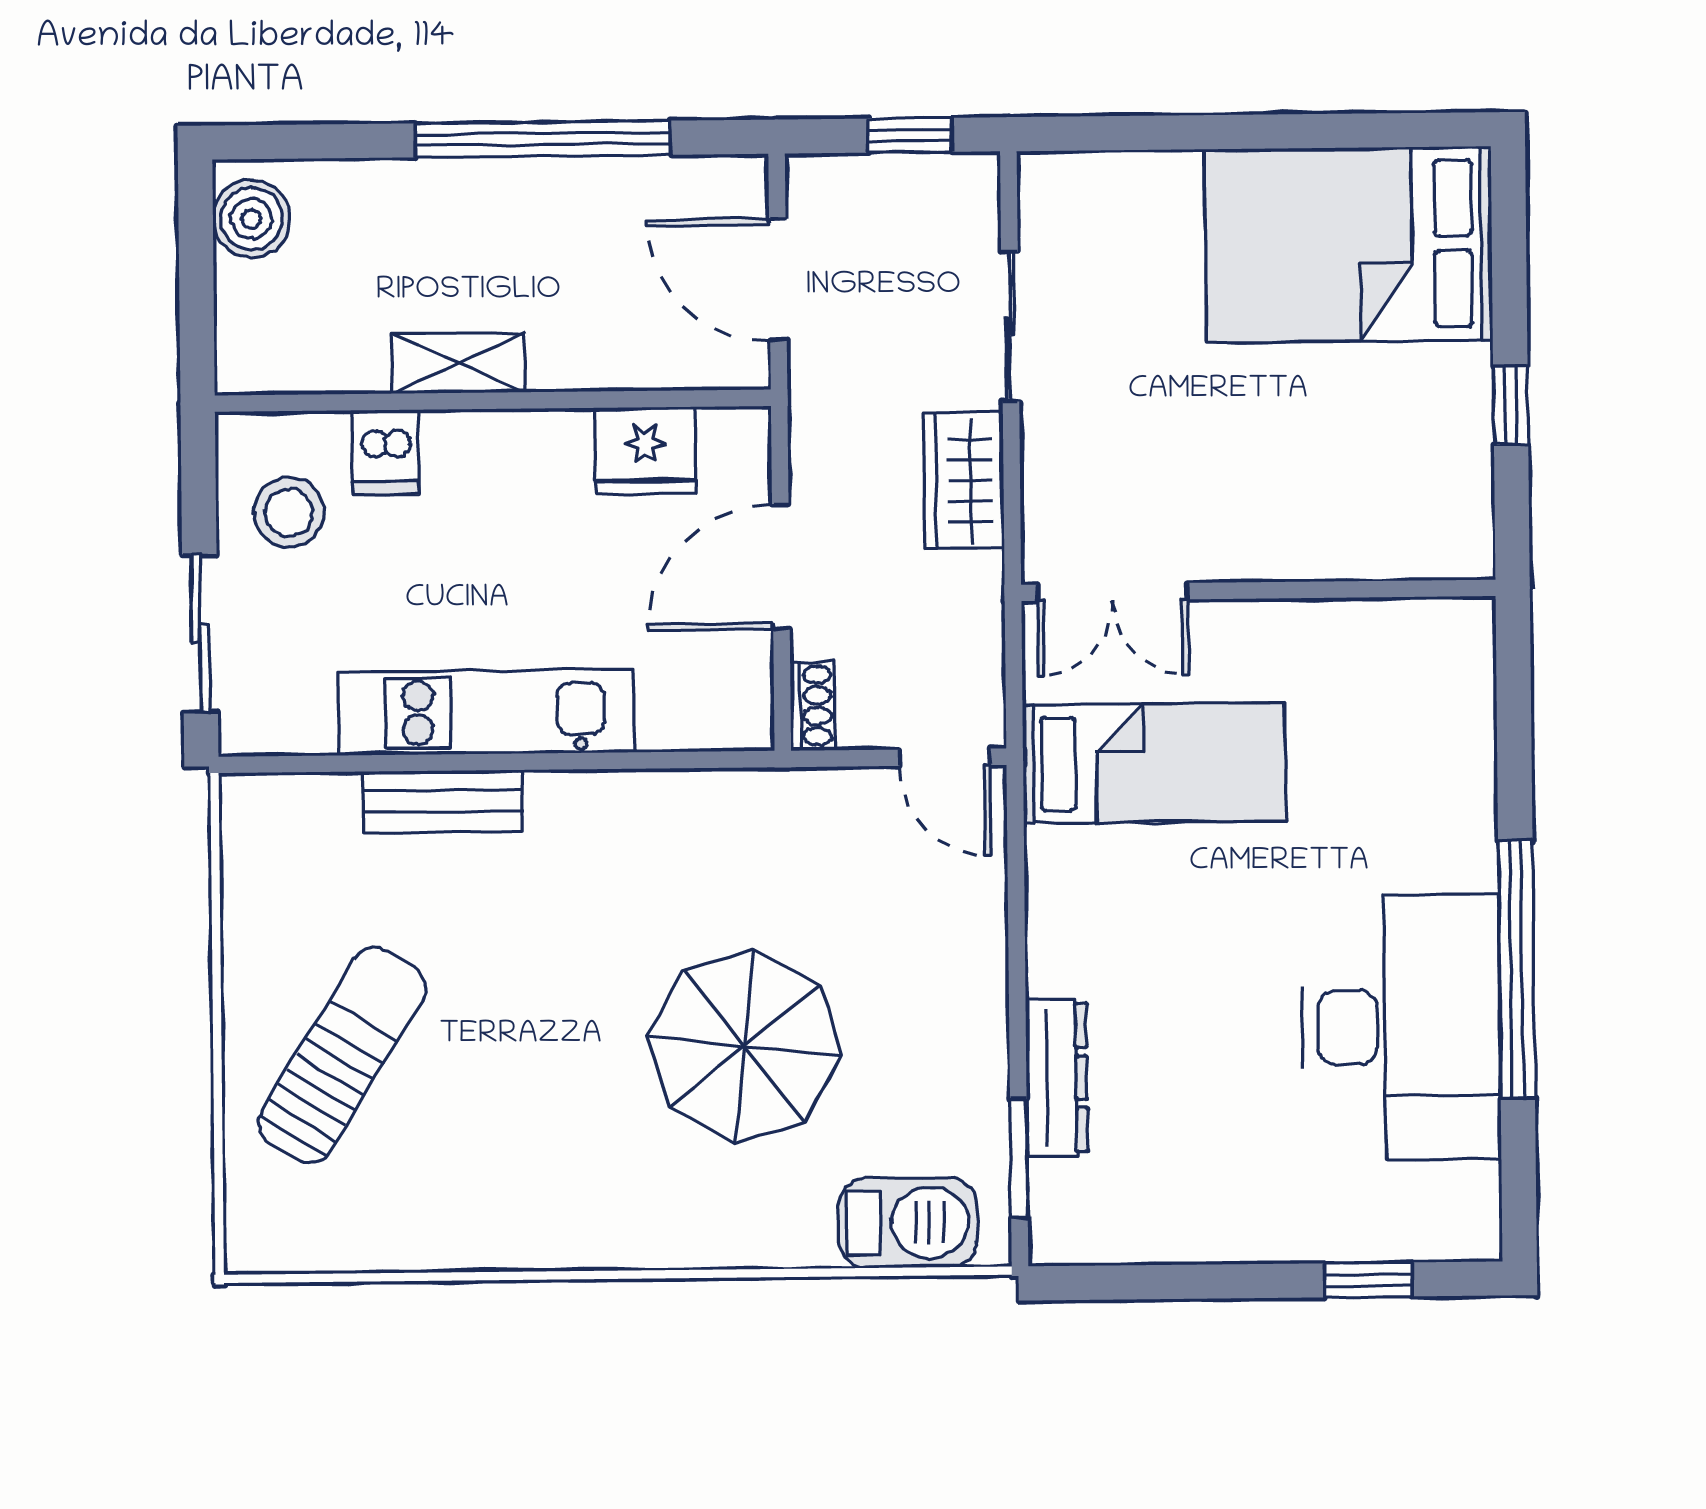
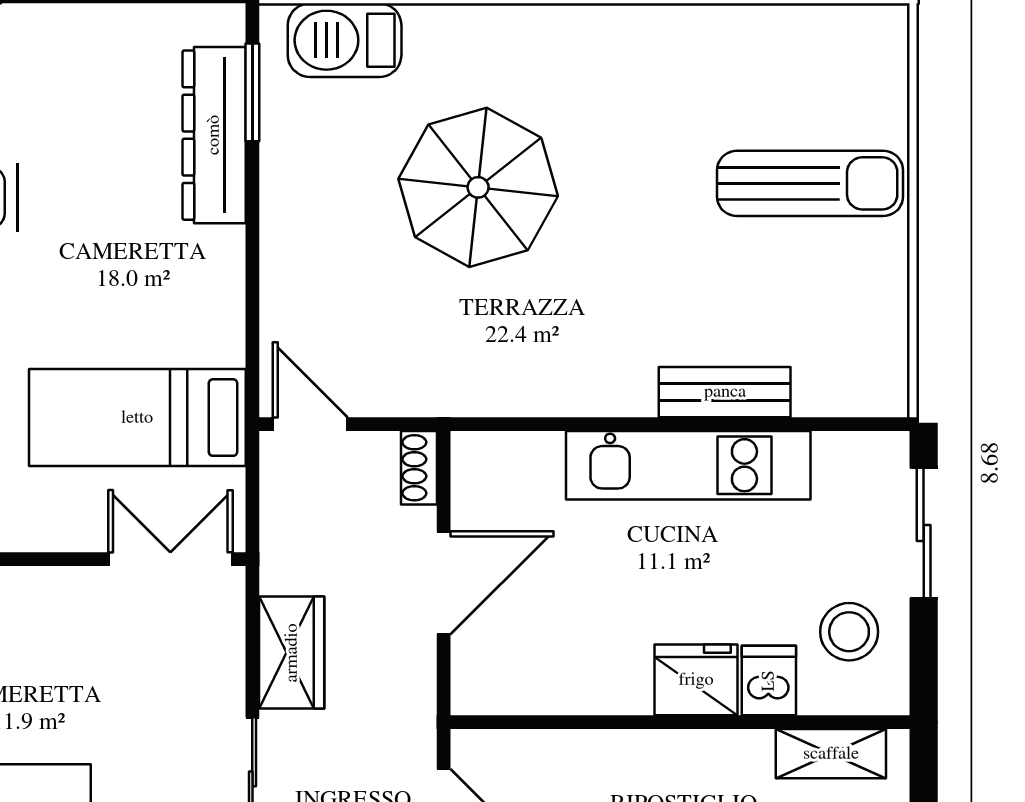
shelving: (458, 363) -> (831, 754), moved
fridge: (645, 450) -> (696, 680), moved
sun lounger: (342, 1055) -> (810, 183), turned -122
dresser: (1057, 1078) -> (214, 135), width x1.37, depth x1.24

